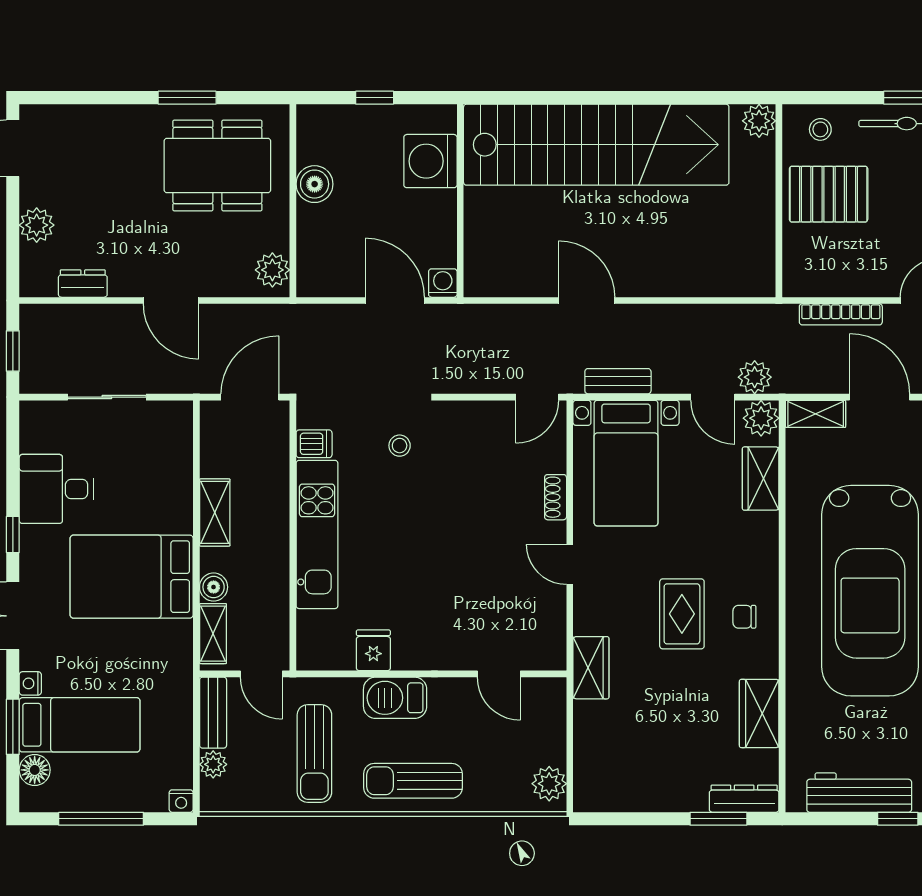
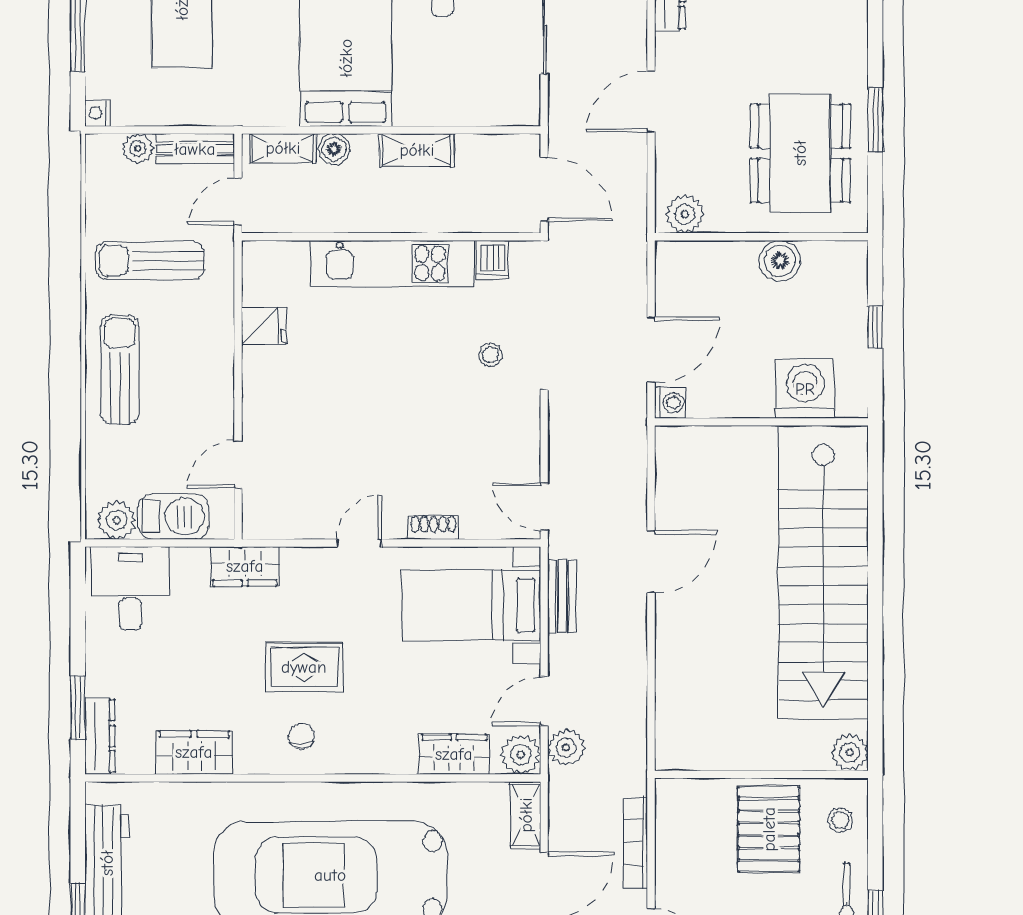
barbecue: (395, 698) -> (174, 517), moved, turned 90
desk: (611, 771) -> (130, 588), added

